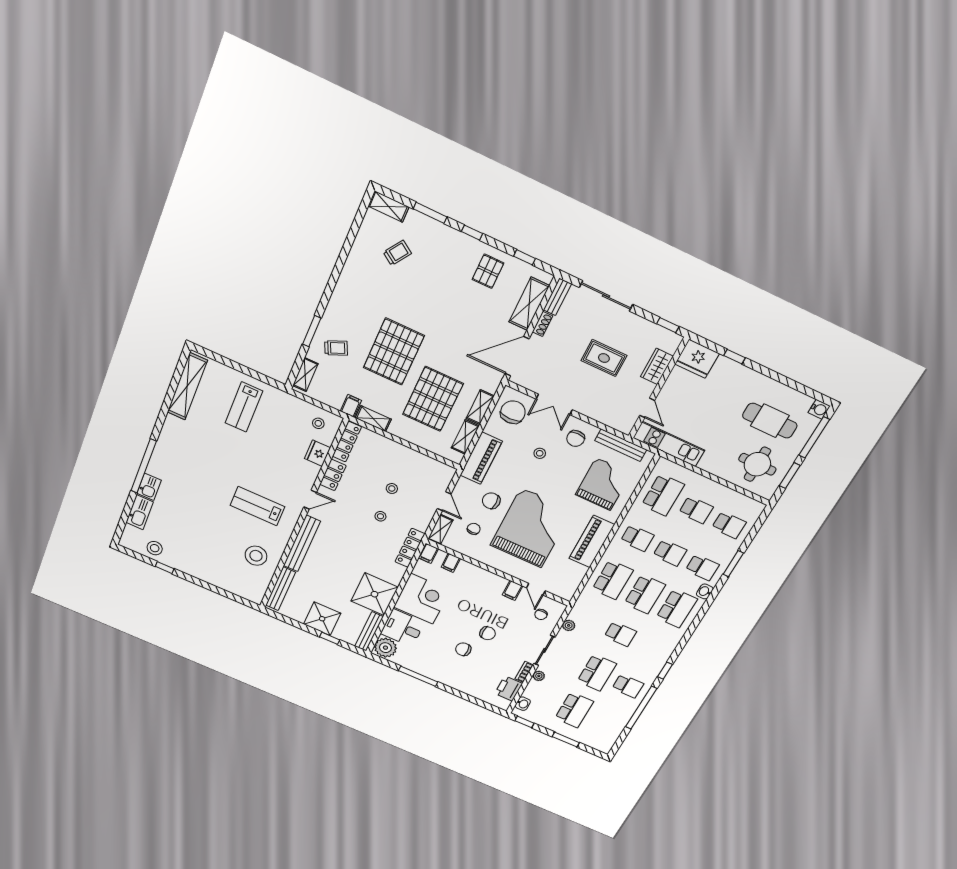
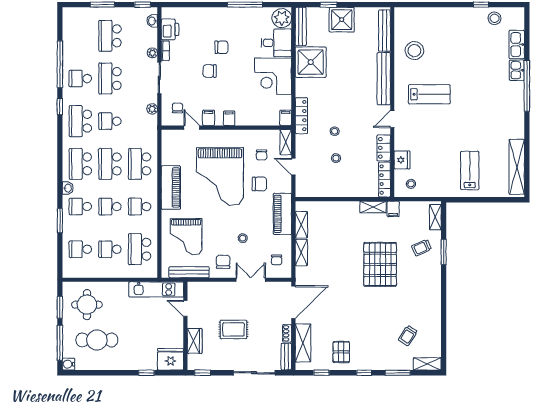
pallet: (433, 399) -> (337, 243), removed
chair: (513, 412) -> (277, 260), width x0.54, depth x0.54
filing cabinet: (451, 563) -> (229, 118), moved
school desk: (652, 648) -> (80, 121), added

